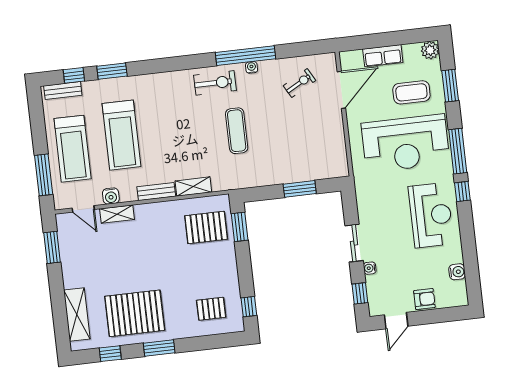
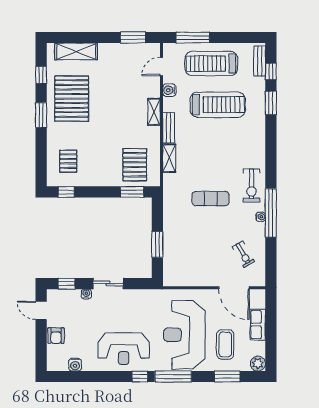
treadmill: (122, 135) -> (218, 105), turned 180
shelving: (117, 214) -> (154, 112), moved

